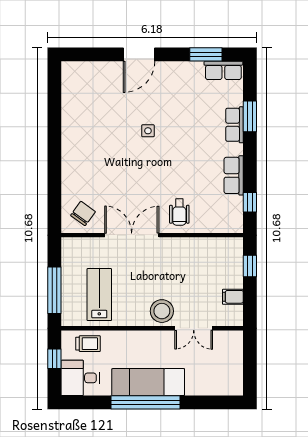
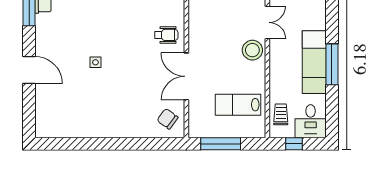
window: (54, 290) -> (221, 144), moved
window: (146, 402) -> (332, 64), width x0.68

